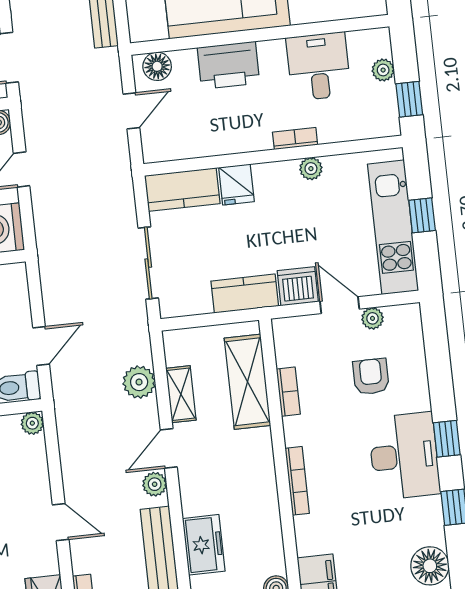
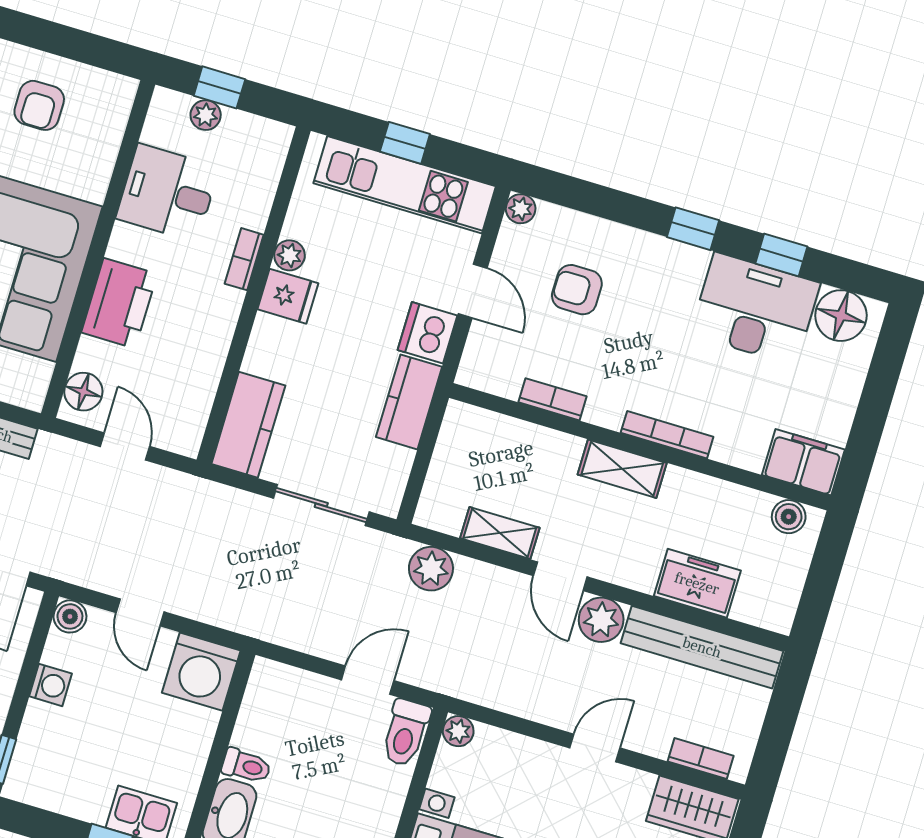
window: (409, 99) -> (219, 87), moved
fridge: (236, 184) -> (288, 296), moved
door: (340, 305) -> (473, 291), swing flipped
plant: (373, 318) -> (521, 209), moved
door: (41, 346) -> (368, 680), hinge flipped
plant: (139, 382) -> (431, 569), moved
shelving: (247, 382) -> (622, 469), moved, width x0.67, depth x0.75
desk: (404, 456) -> (755, 309), moved
plant: (155, 484) -> (601, 620), width x1.38, depth x1.38

